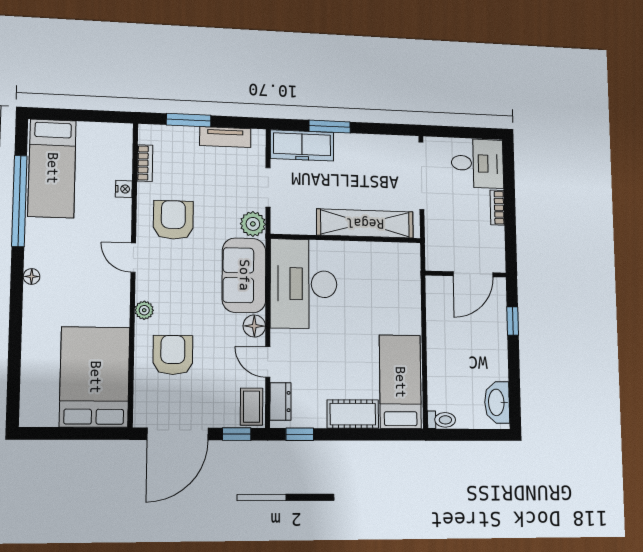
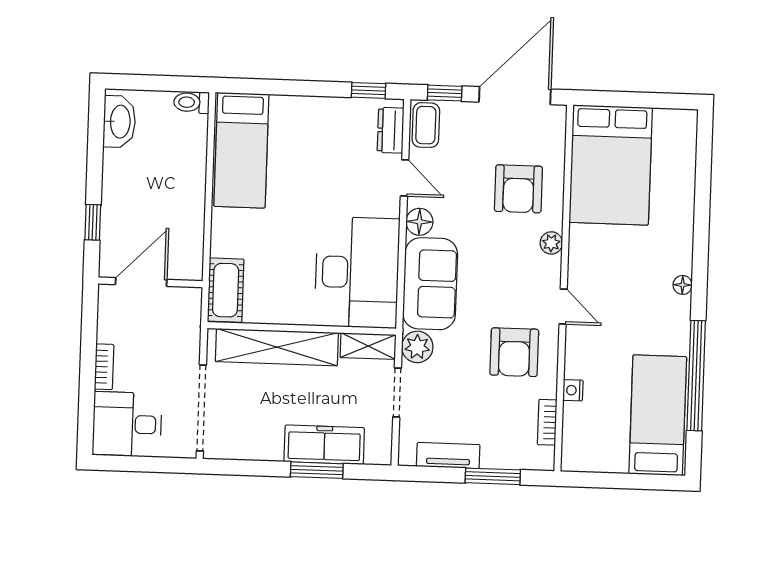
freezer: (302, 145) -> (324, 445), moved
shelving: (293, 224) -> (368, 346), added
cot: (353, 414) -> (226, 290), moved, turned 90

